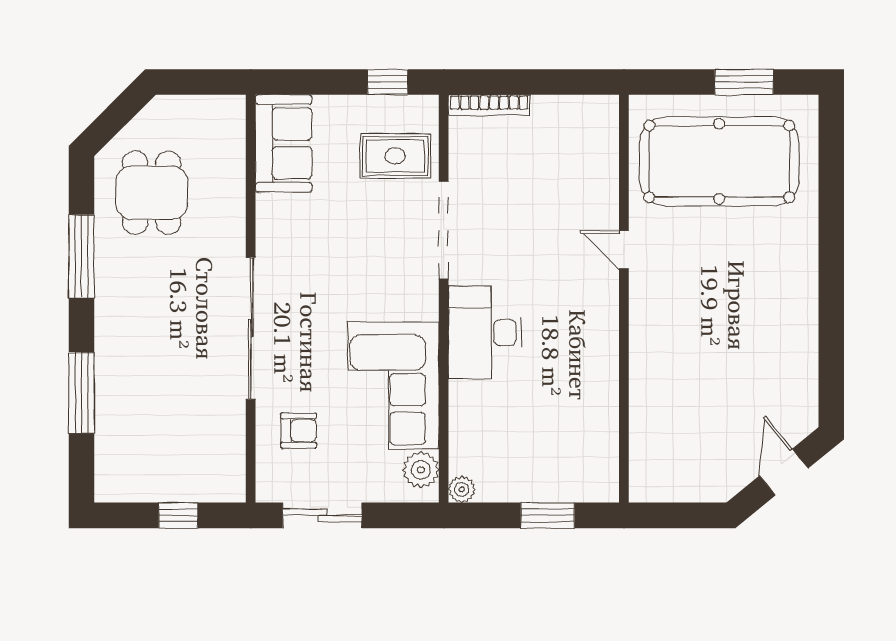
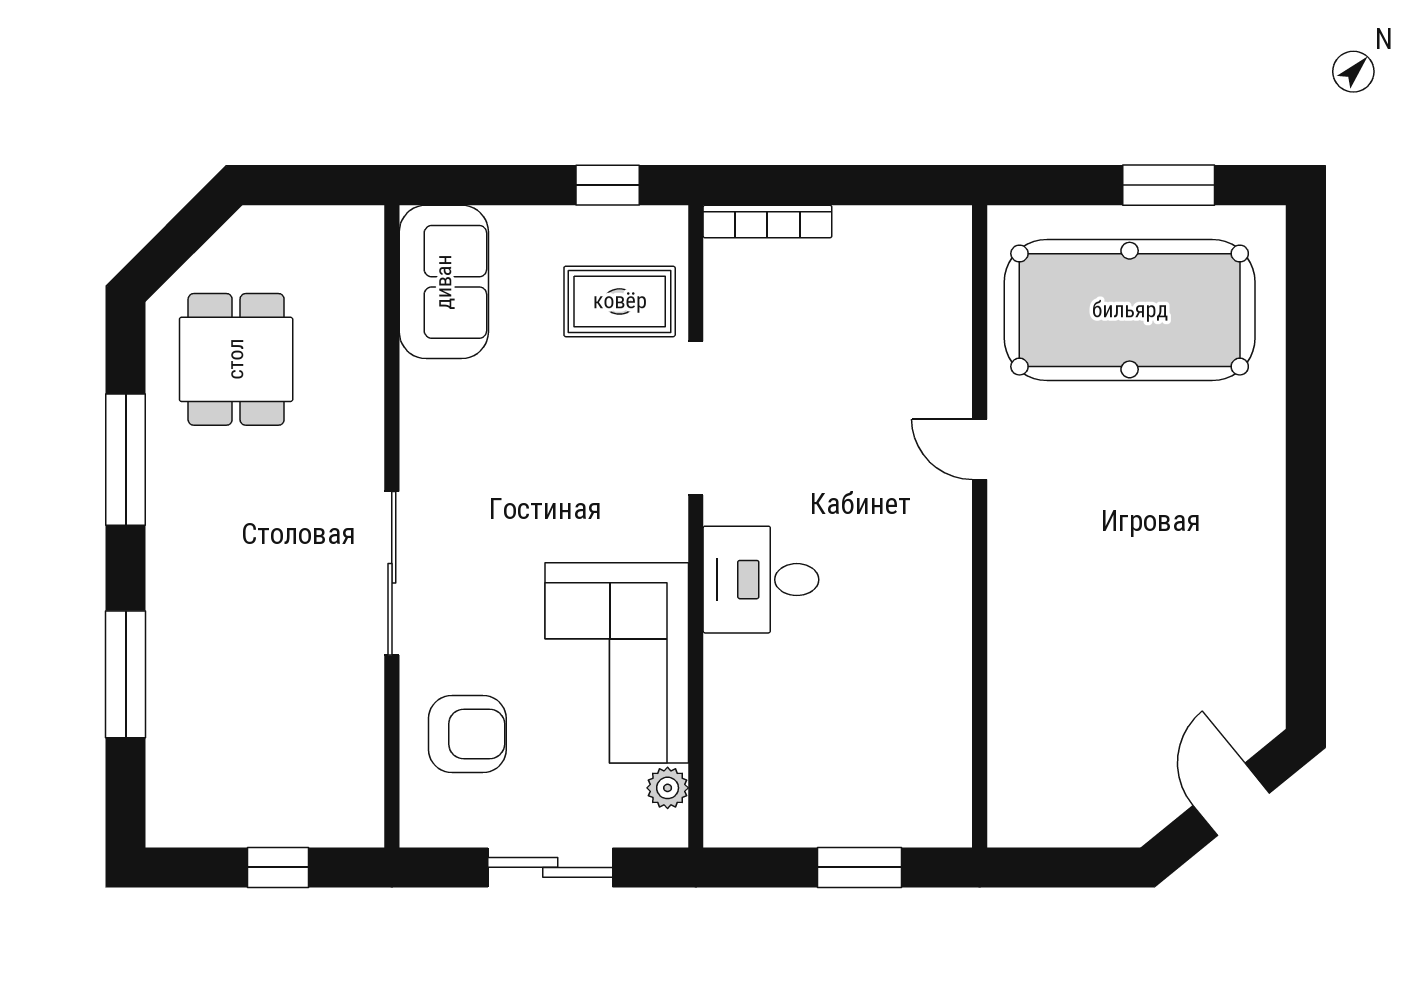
sliding door: (251, 328) -> (392, 573), width x0.73
desk: (485, 333) -> (761, 580), width x0.73
armchair: (299, 431) -> (467, 734), width x1.38, depth x1.38
plant: (421, 470) -> (668, 788), width x0.73, depth x0.73
plant: (462, 489) -> (724, 827), removed
sliding door: (322, 515) -> (550, 867), moved

